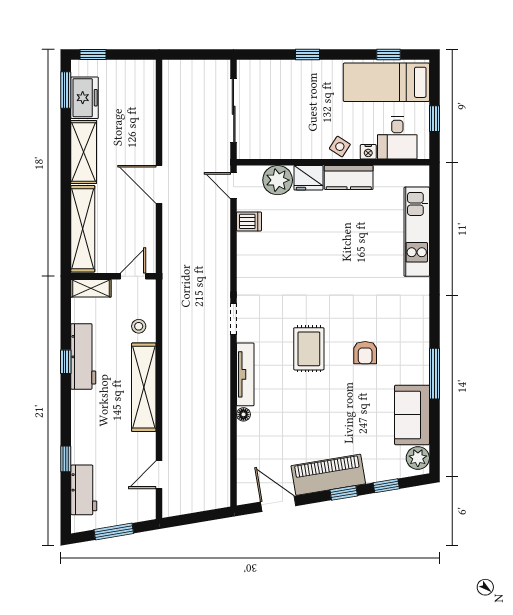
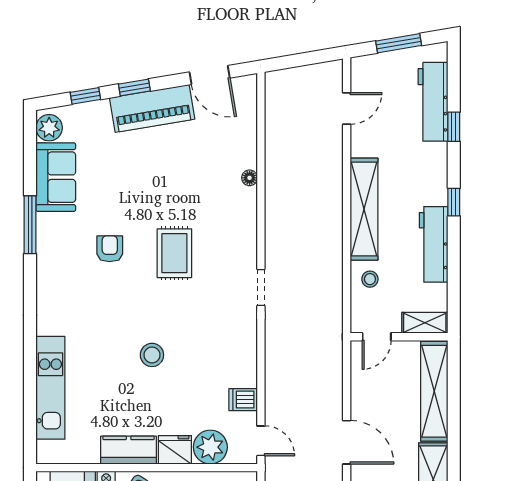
stool: (328, 260) -> (152, 355), added
window: (66, 362) -> (454, 202), moved
tv unit: (245, 374) -> (247, 224), removed
workbench: (84, 490) -> (433, 102), width x1.38

